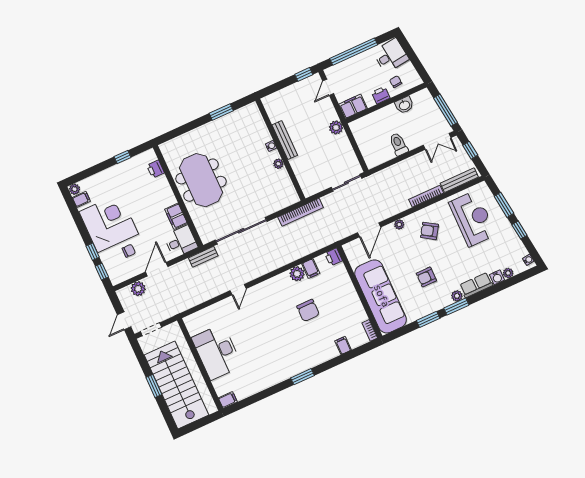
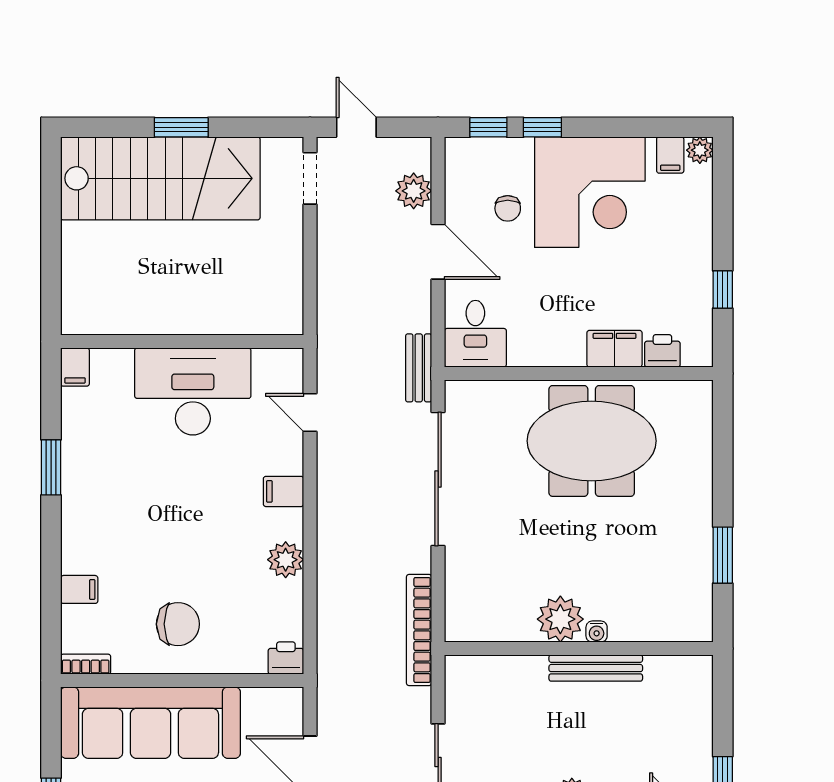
plant: (278, 164) -> (560, 619), width x1.88, depth x1.88
filing cabinet: (176, 216) -> (614, 349), moved
filing cabinet: (311, 268) -> (284, 491), moved
chair: (308, 310) -> (178, 624), moved, turned 180
desk: (217, 352) -> (193, 391), moved
wall: (200, 364) -> (182, 342), moved
filing cabinet: (228, 400) -> (75, 367), moved

